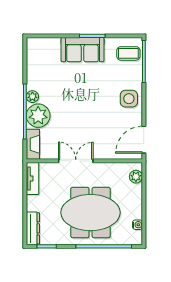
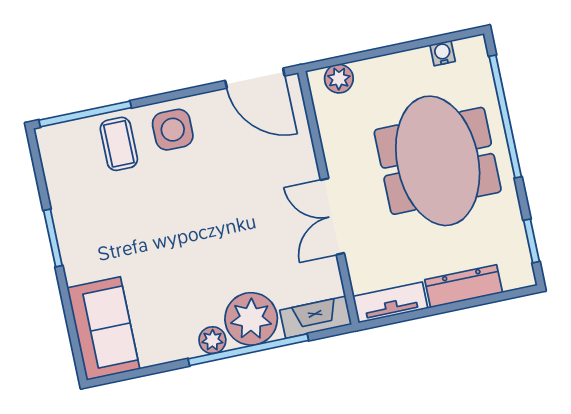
sofa: (83, 50) -> (103, 328), moved
coffee table: (128, 53) -> (119, 144), moved
dresser: (33, 228) -> (464, 286), moved

